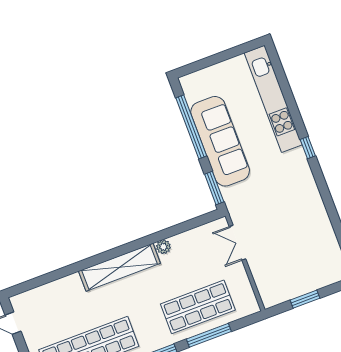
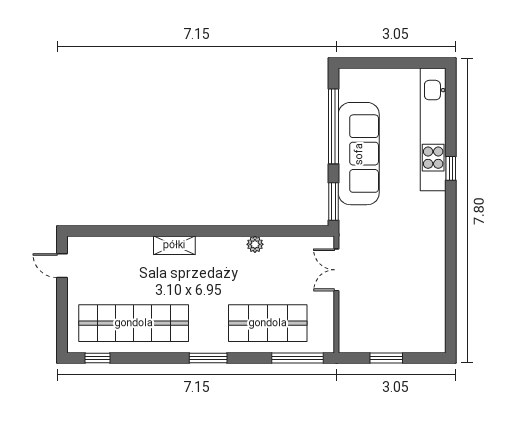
window: (308, 148) -> (451, 168), moved
shelving: (119, 267) -> (174, 245), width x0.45, depth x0.75
window: (209, 335) -> (297, 358), moved

